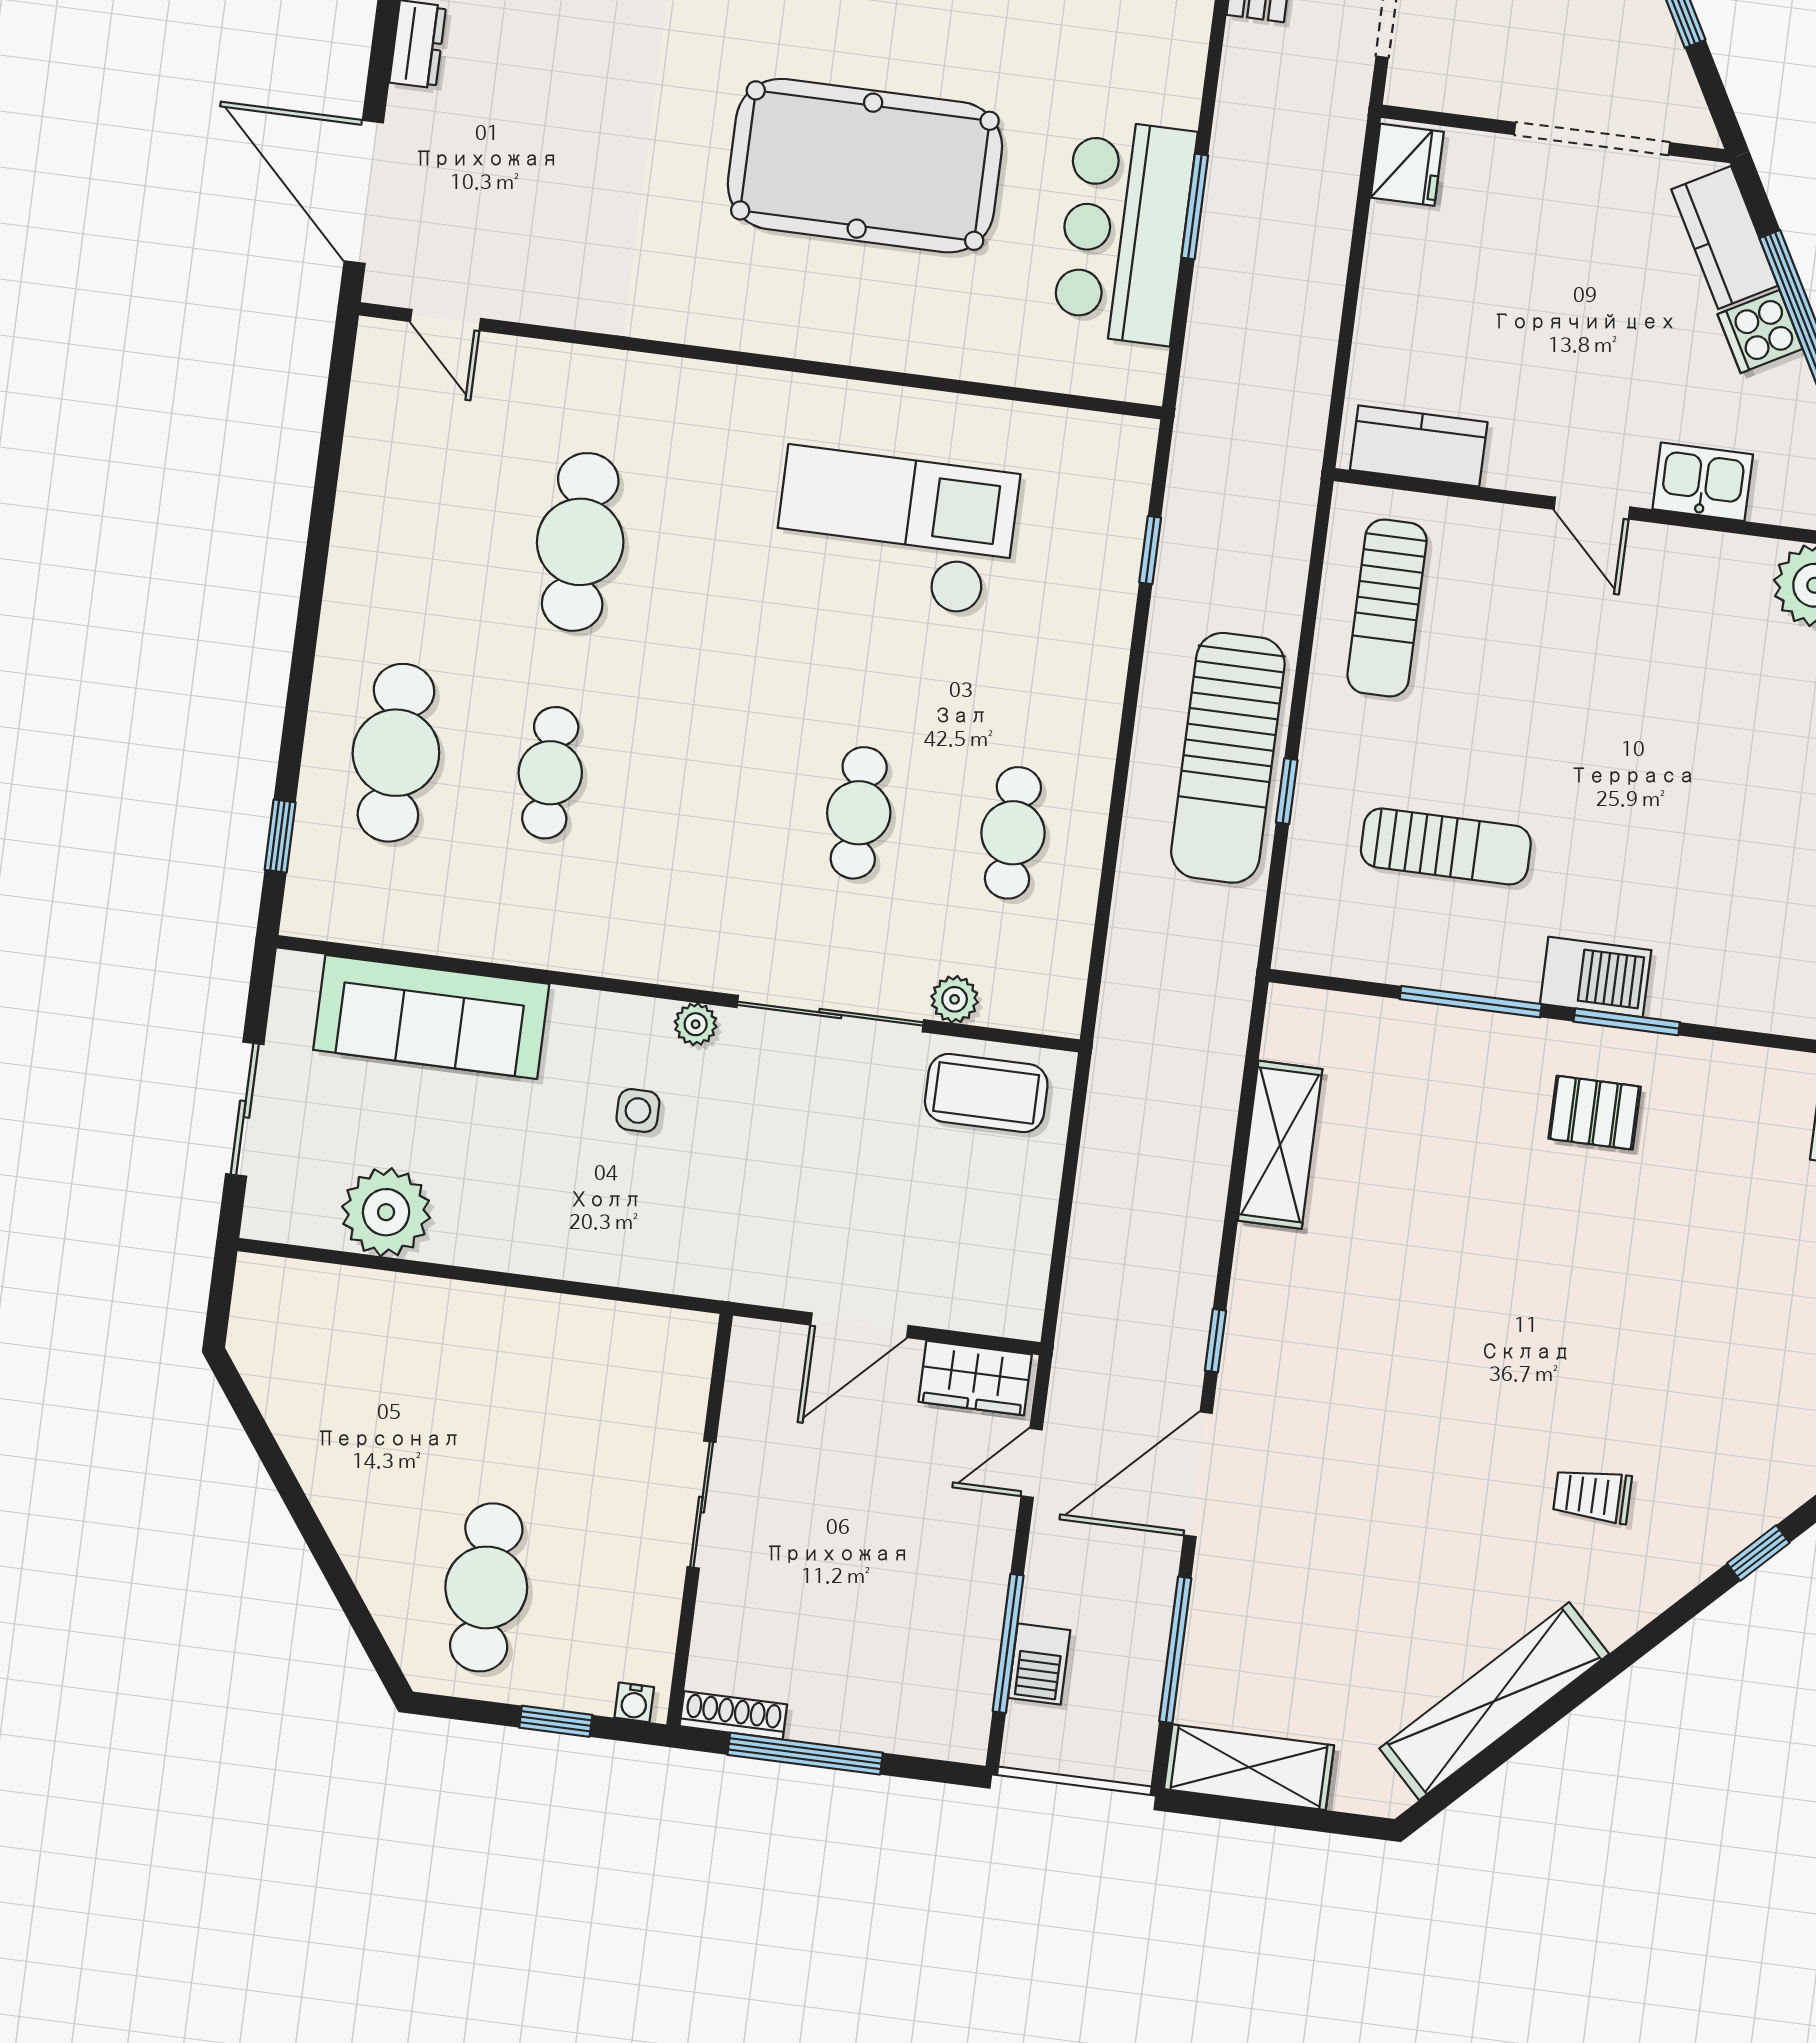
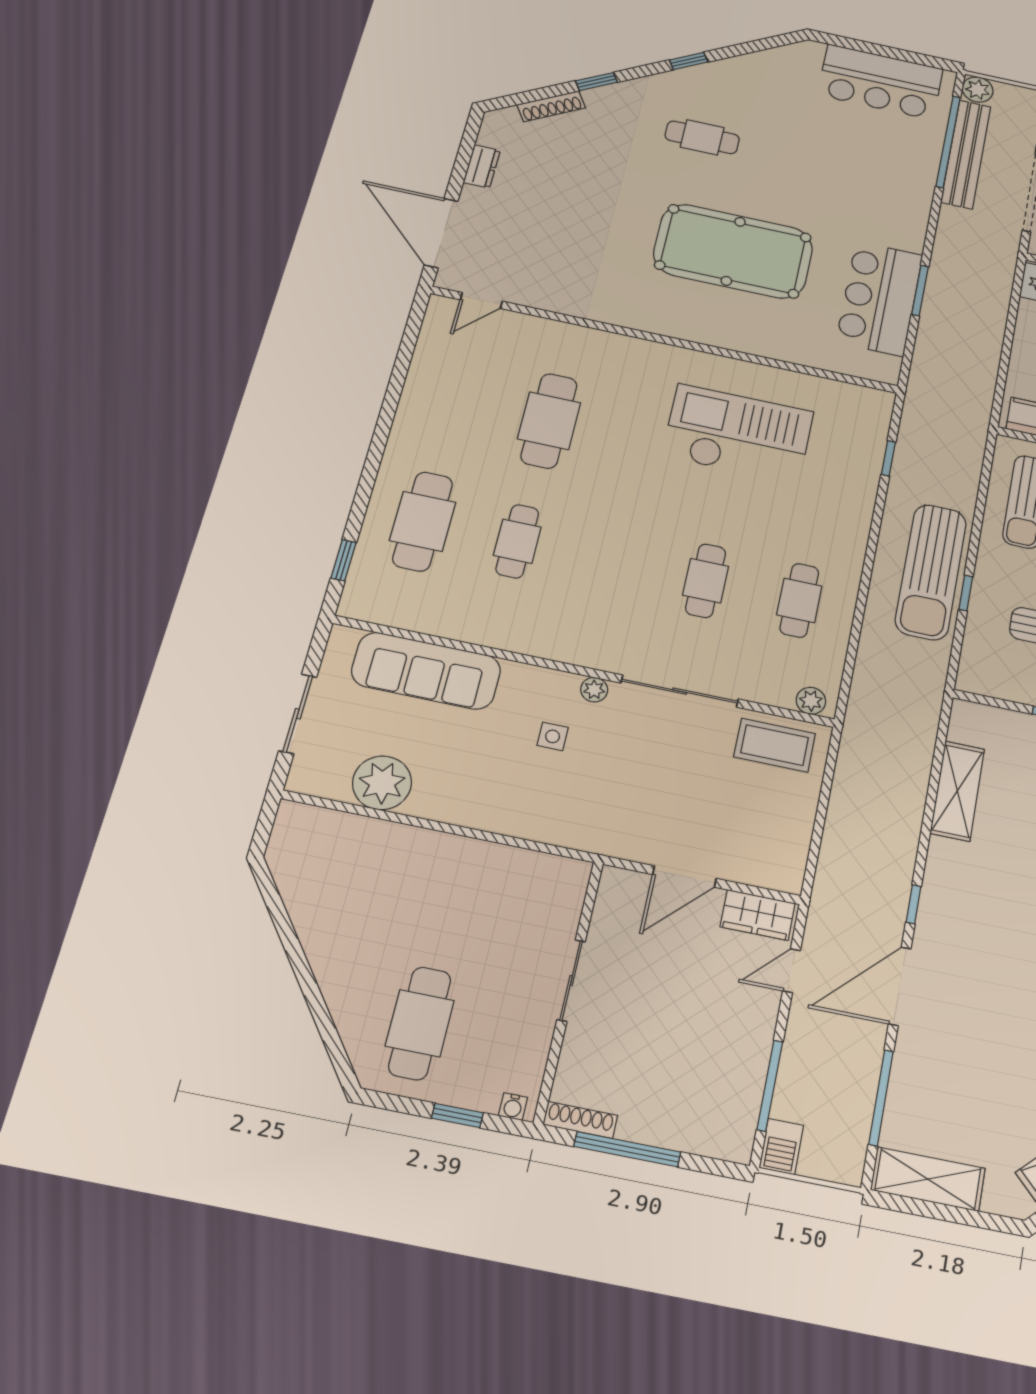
door: (445, 320) -> (481, 300), hinge flipped
plant: (955, 999) -> (811, 701), moved
barbecue: (1039, 1664) -> (781, 1147), moved

